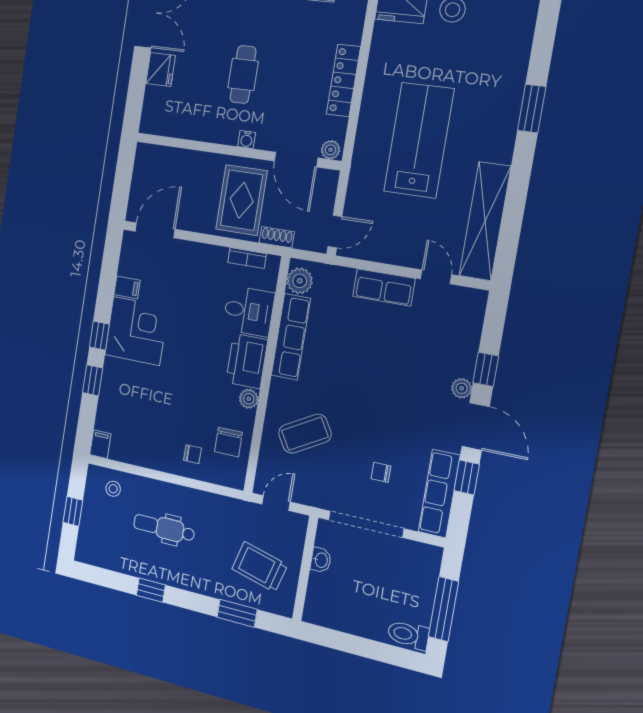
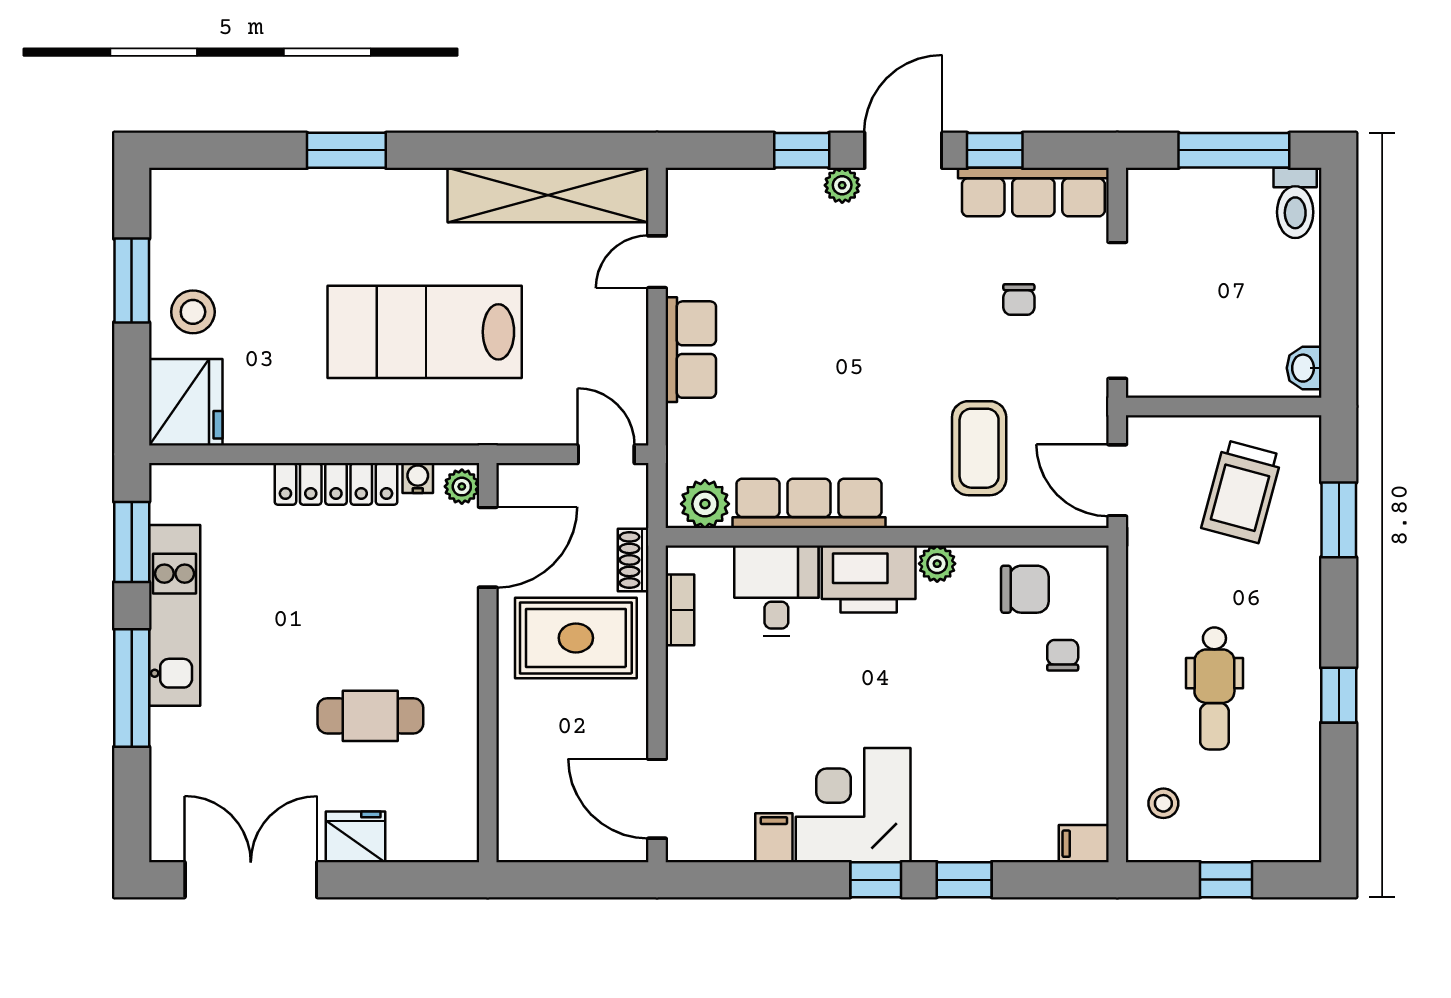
cafe table: (243, 75) -> (370, 716), moved
water cooler: (247, 140) -> (418, 478), moved, turned -90
coffee table: (305, 434) -> (979, 448), turned 30
door: (276, 503) -> (1117, 480), width x1.38
washbasin: (321, 560) -> (1304, 368), moved, turned -90

